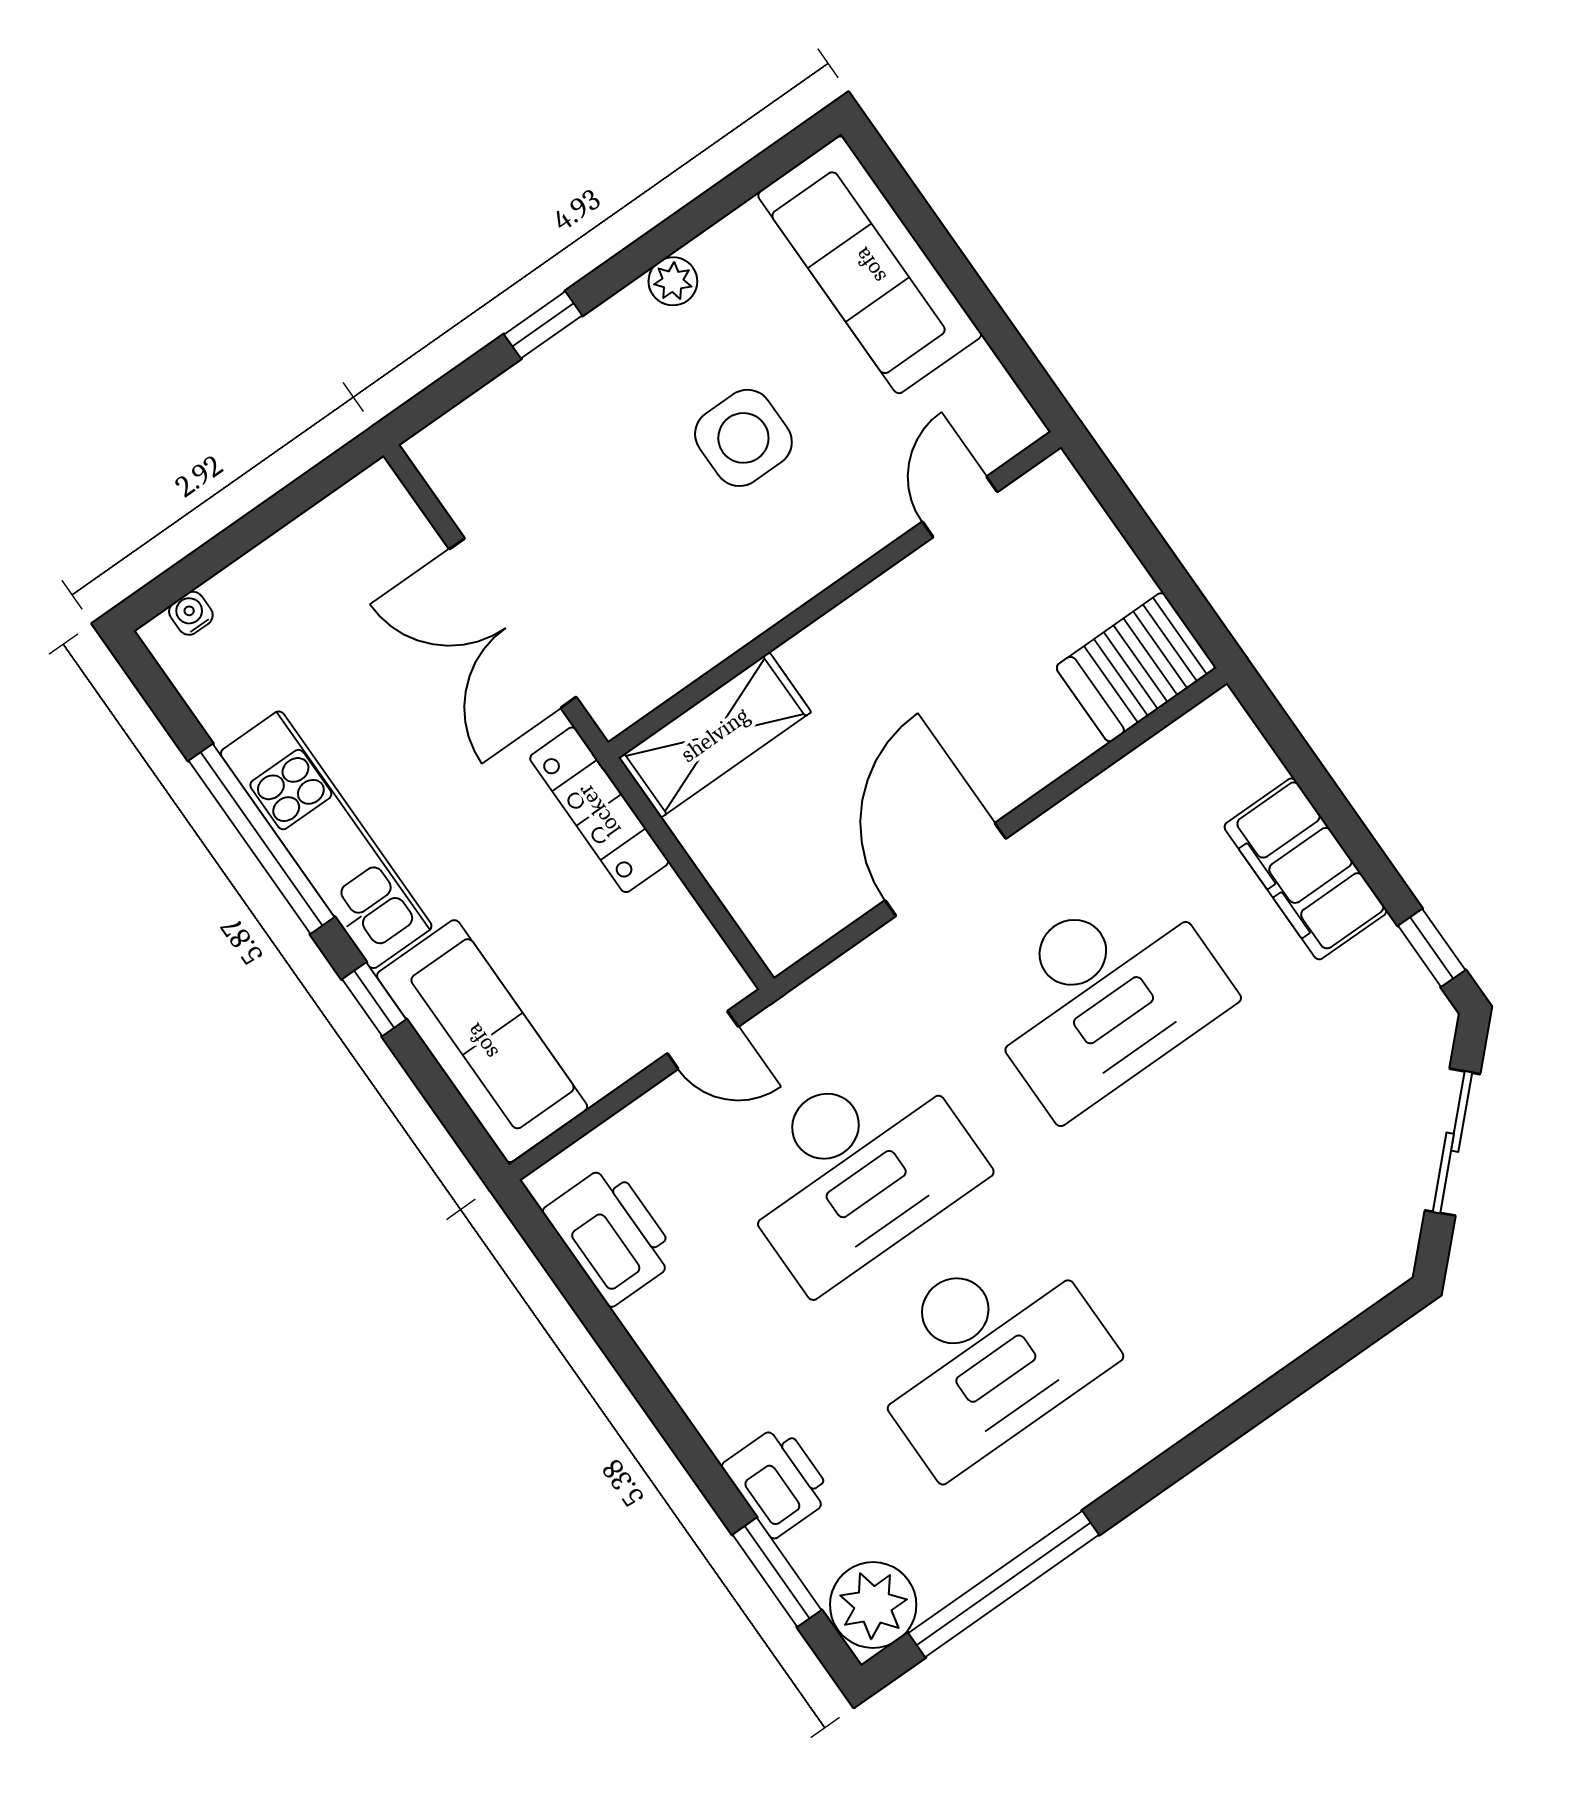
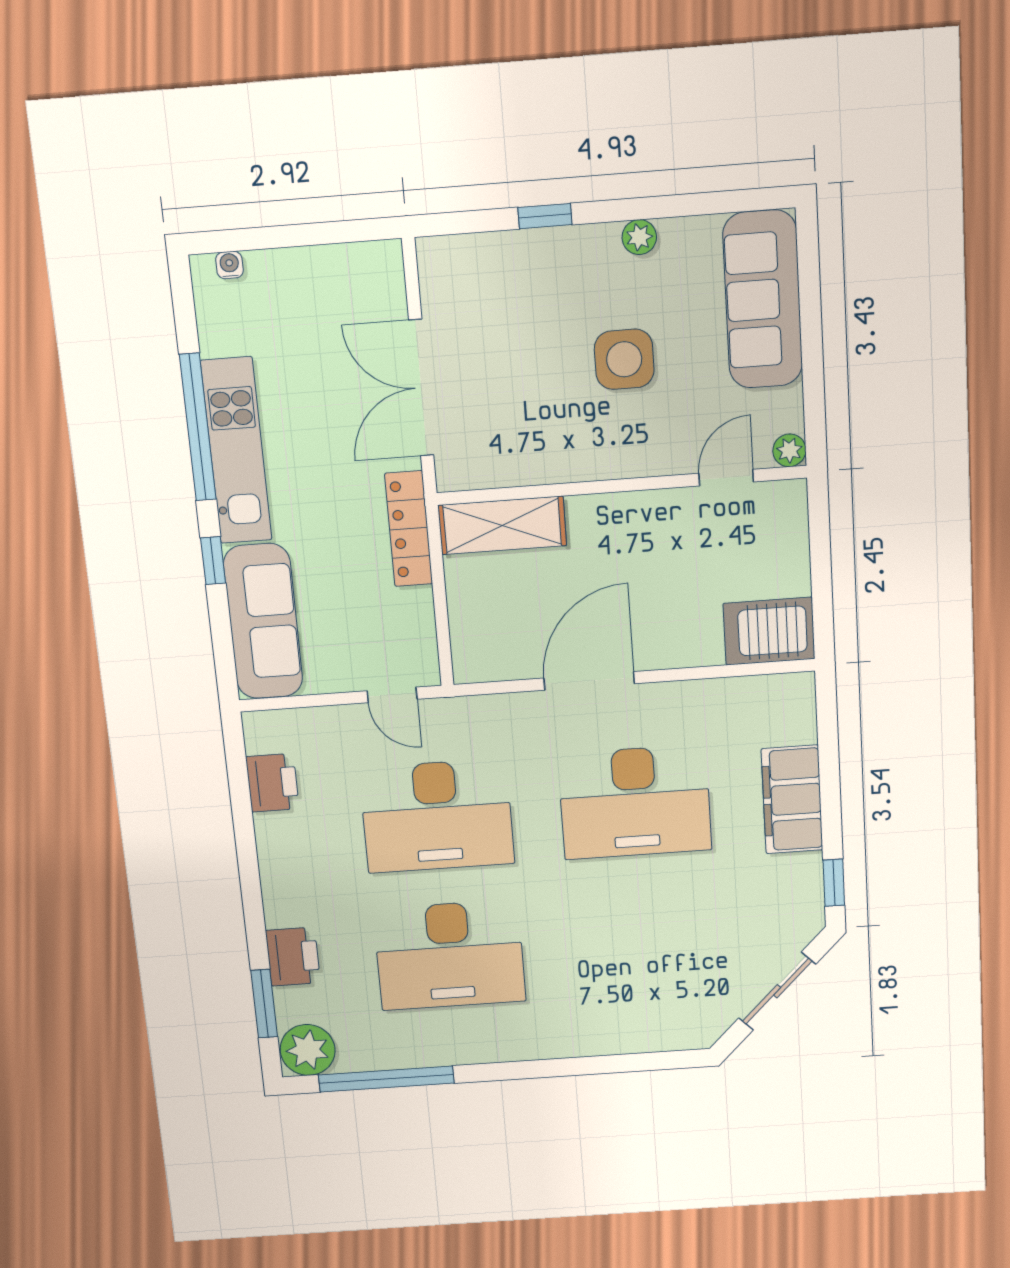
plant: (1018, 426) -> (789, 450), added
printer: (611, 1235) -> (272, 783), width x0.73, depth x0.84

